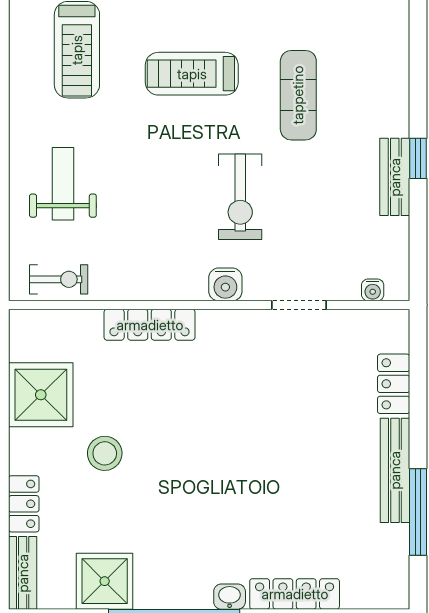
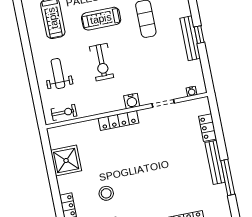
bench: (395, 177) -> (190, 38), width x1.36
exercise bike: (240, 197) -> (102, 62), moved
locker: (150, 325) -> (118, 121), moved
stool: (105, 453) -> (106, 193), moved

